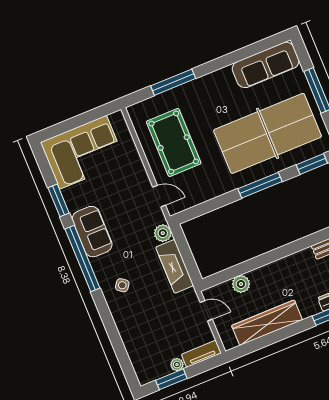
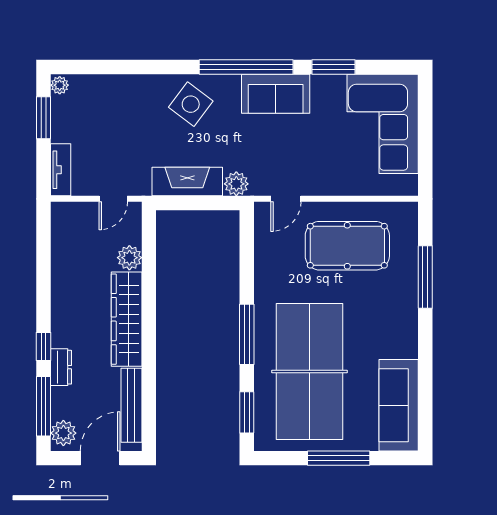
side table: (122, 285) -> (191, 104), width x1.87, depth x1.87
wardrobe: (267, 323) -> (127, 319), moved, turned 180
plant: (177, 365) -> (60, 85), moved

